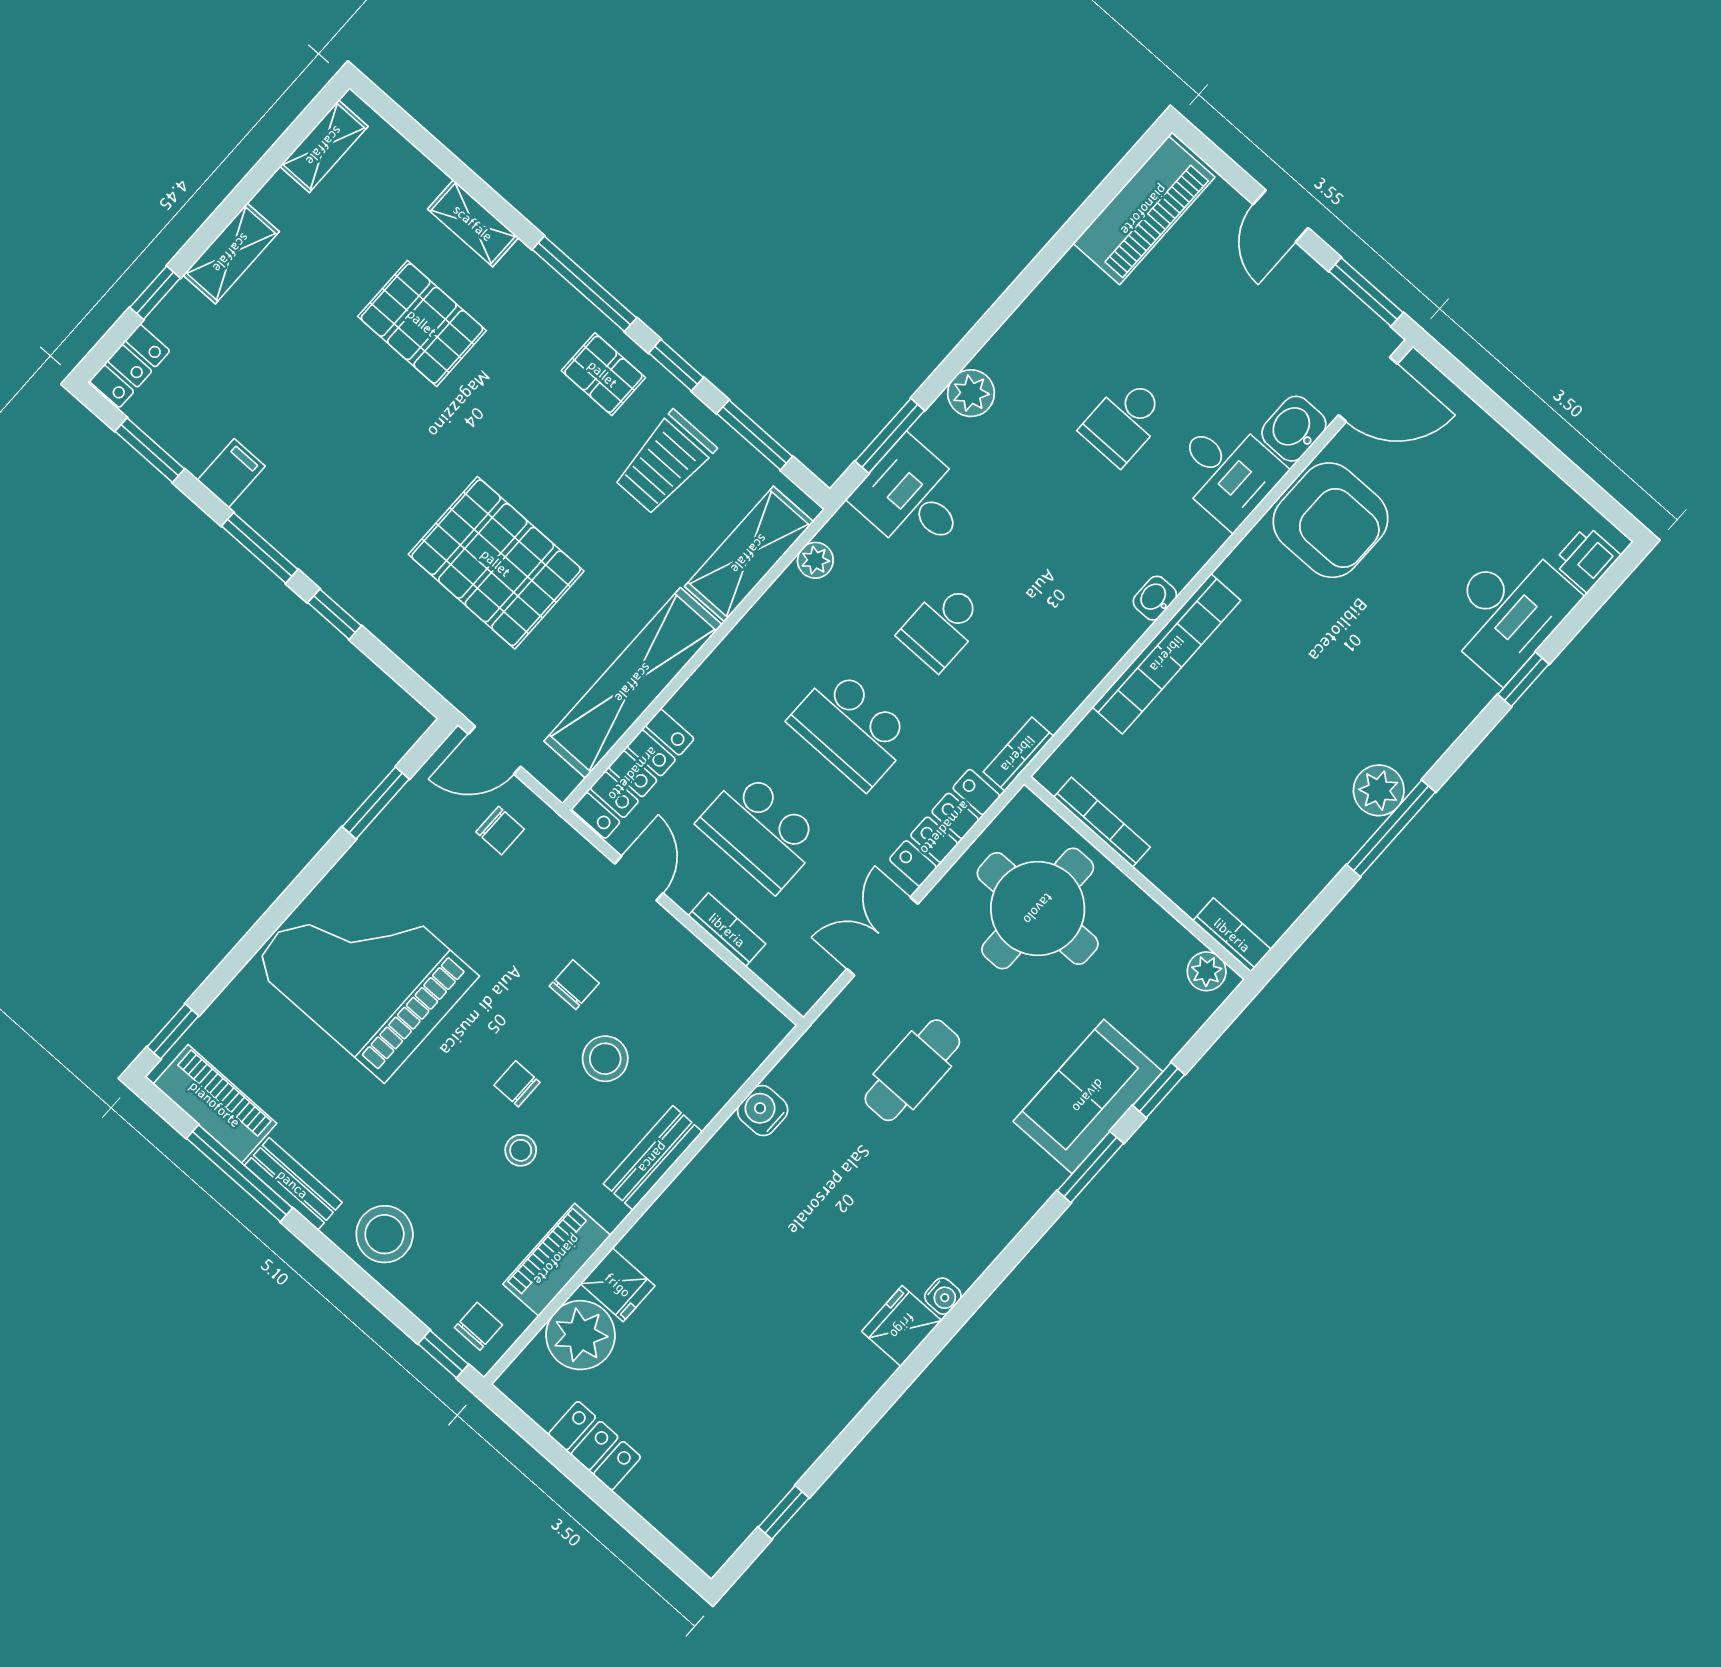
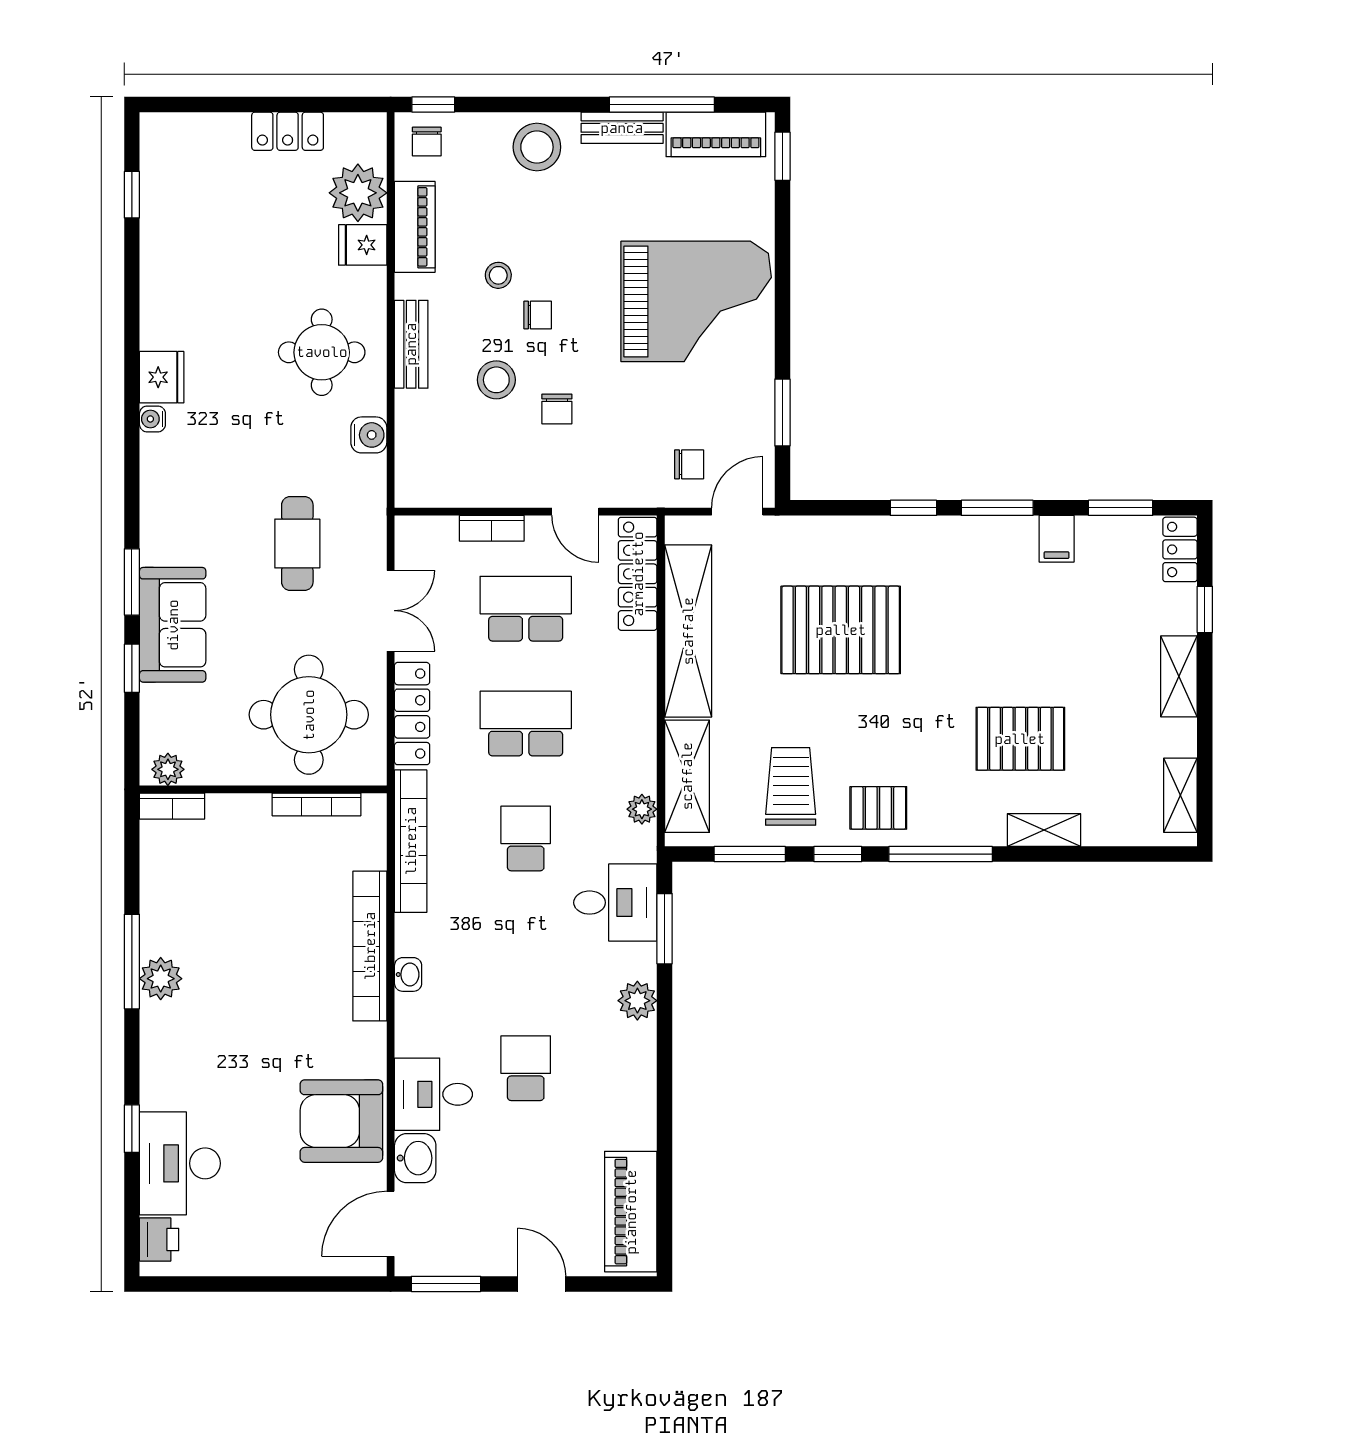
bookcase: (1018, 754) -> (411, 841), width x2.31, depth x1.31
chair: (500, 831) -> (689, 464), turned 180
round table: (739, 1222) -> (322, 352), added

